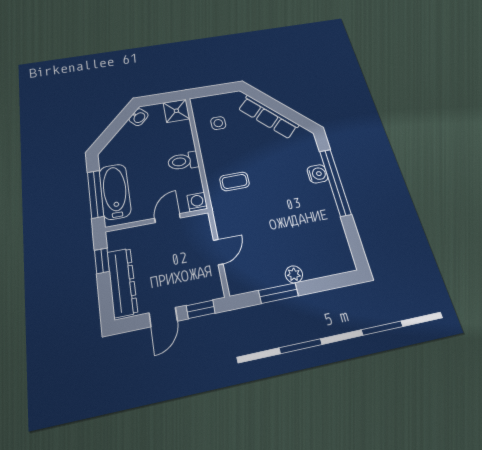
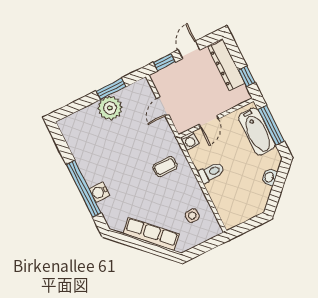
shower: (176, 111) -> (231, 217), removed
washbasin: (139, 117) -> (269, 177), moved
plant: (294, 274) -> (110, 108), width x1.88, depth x1.88

